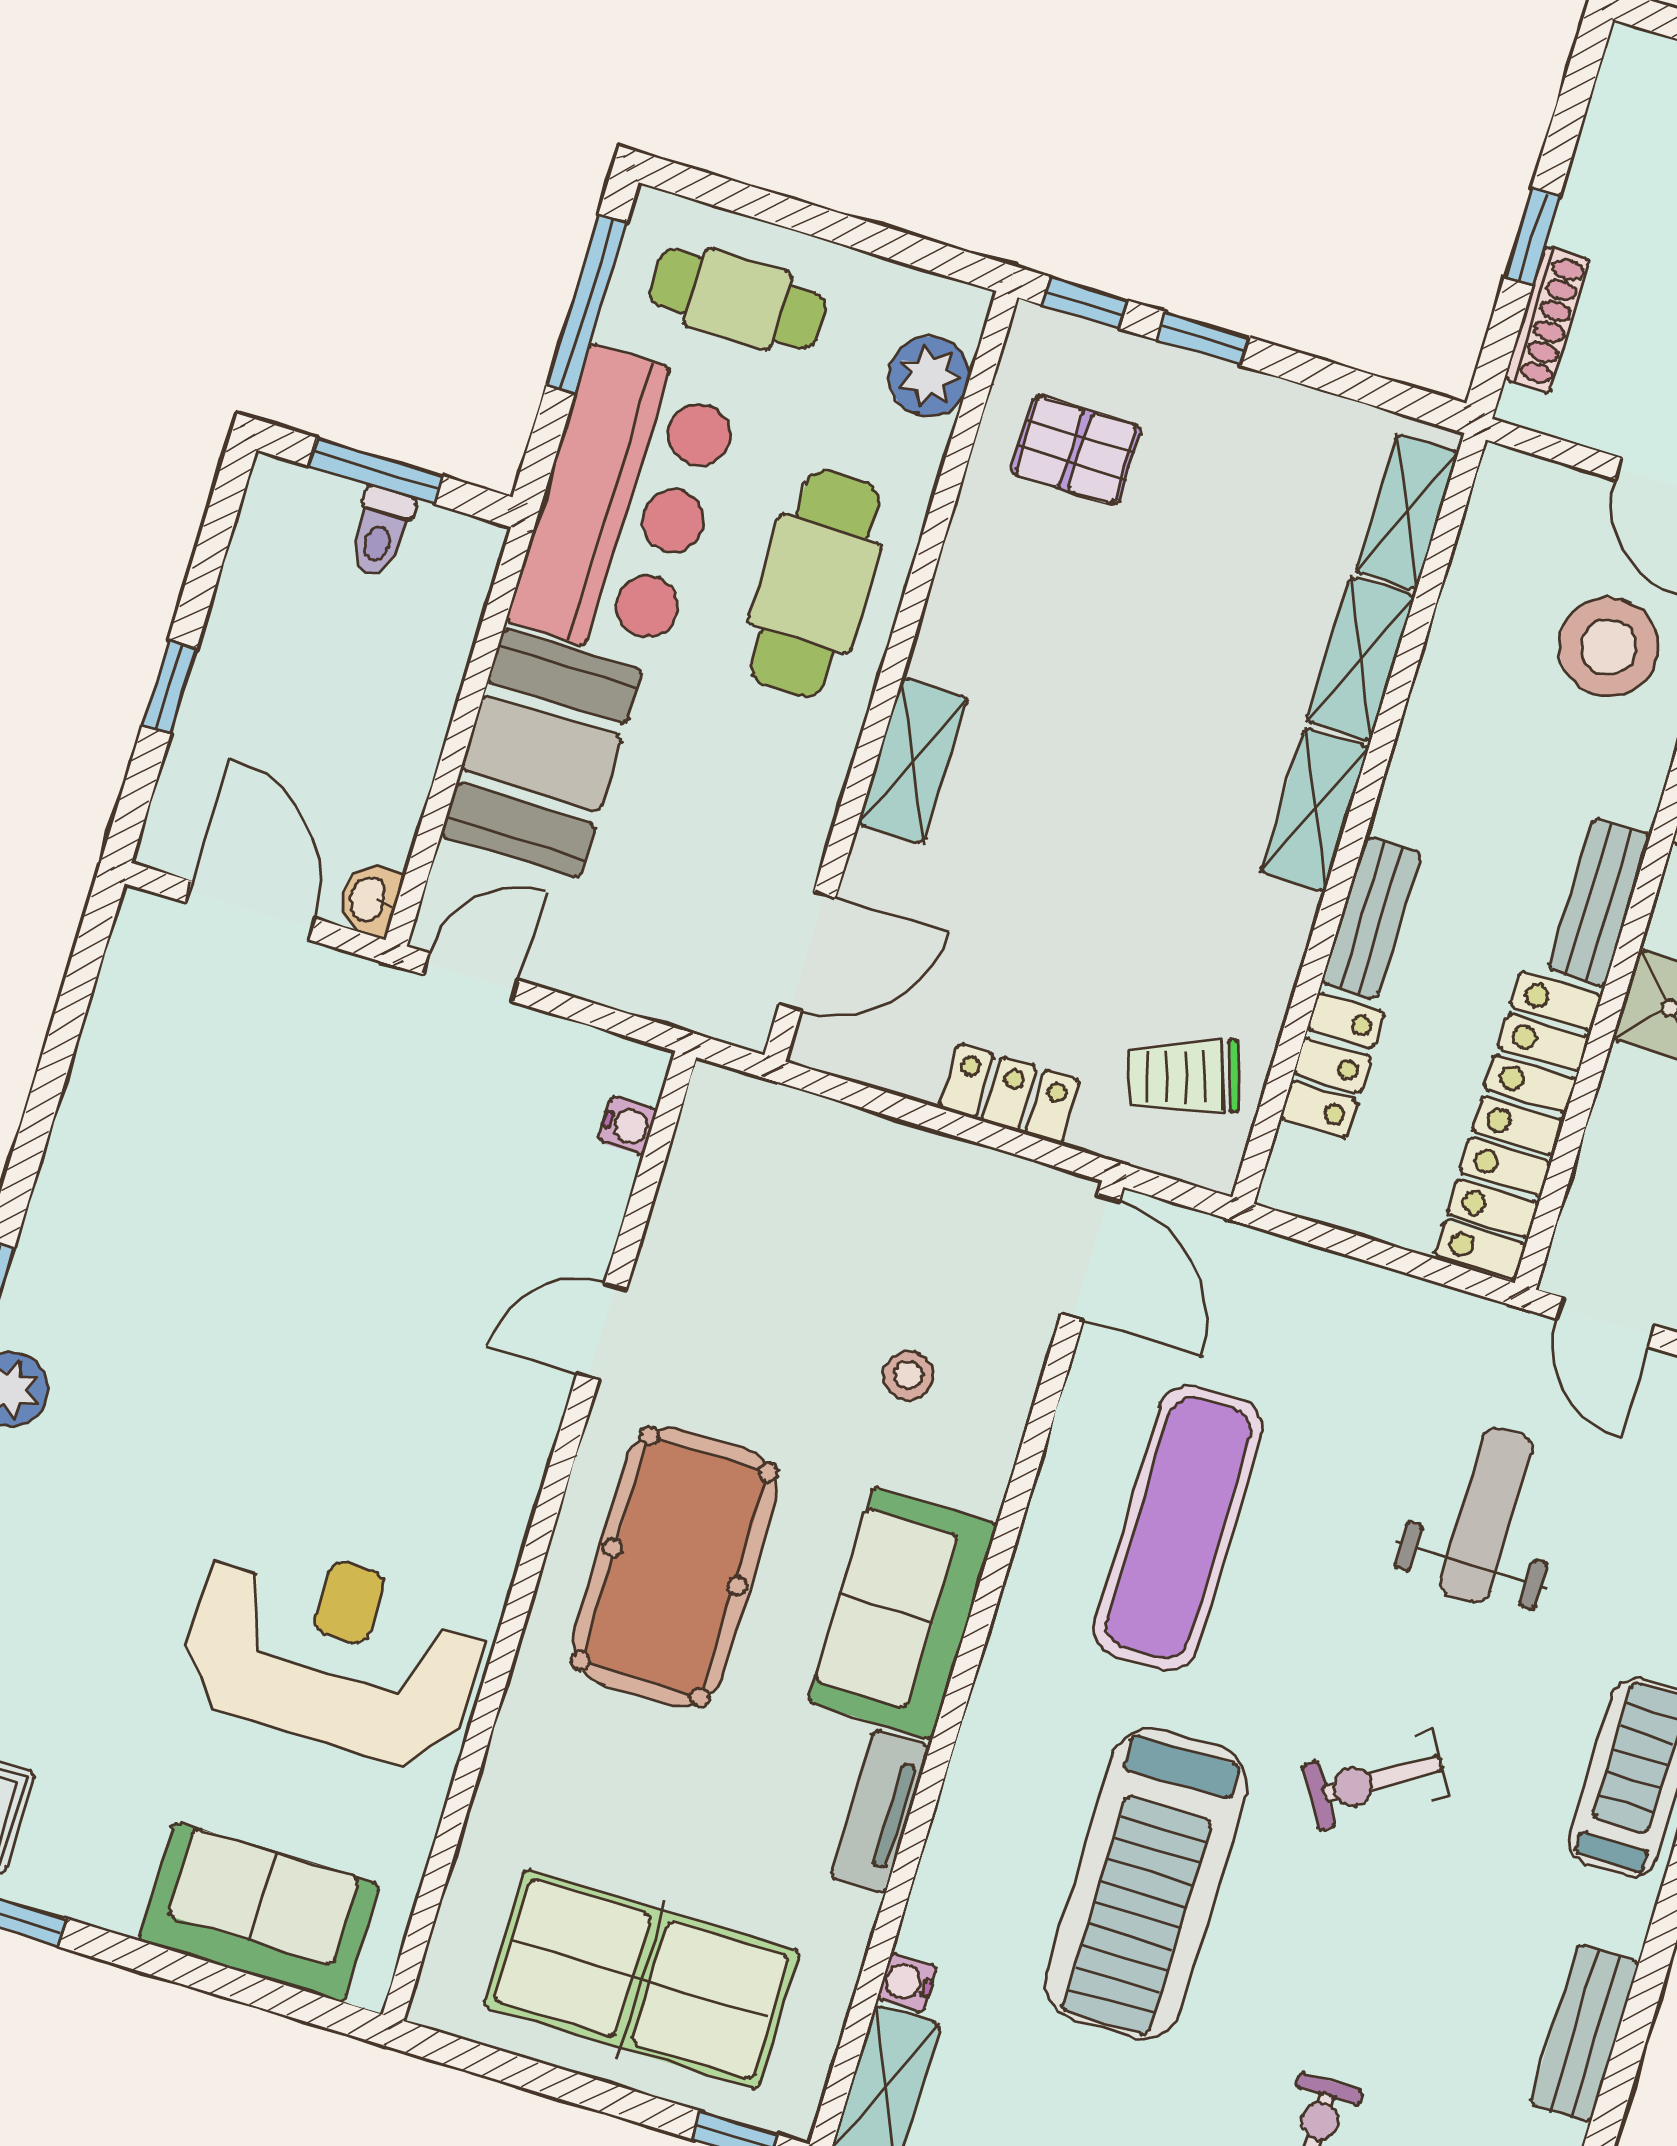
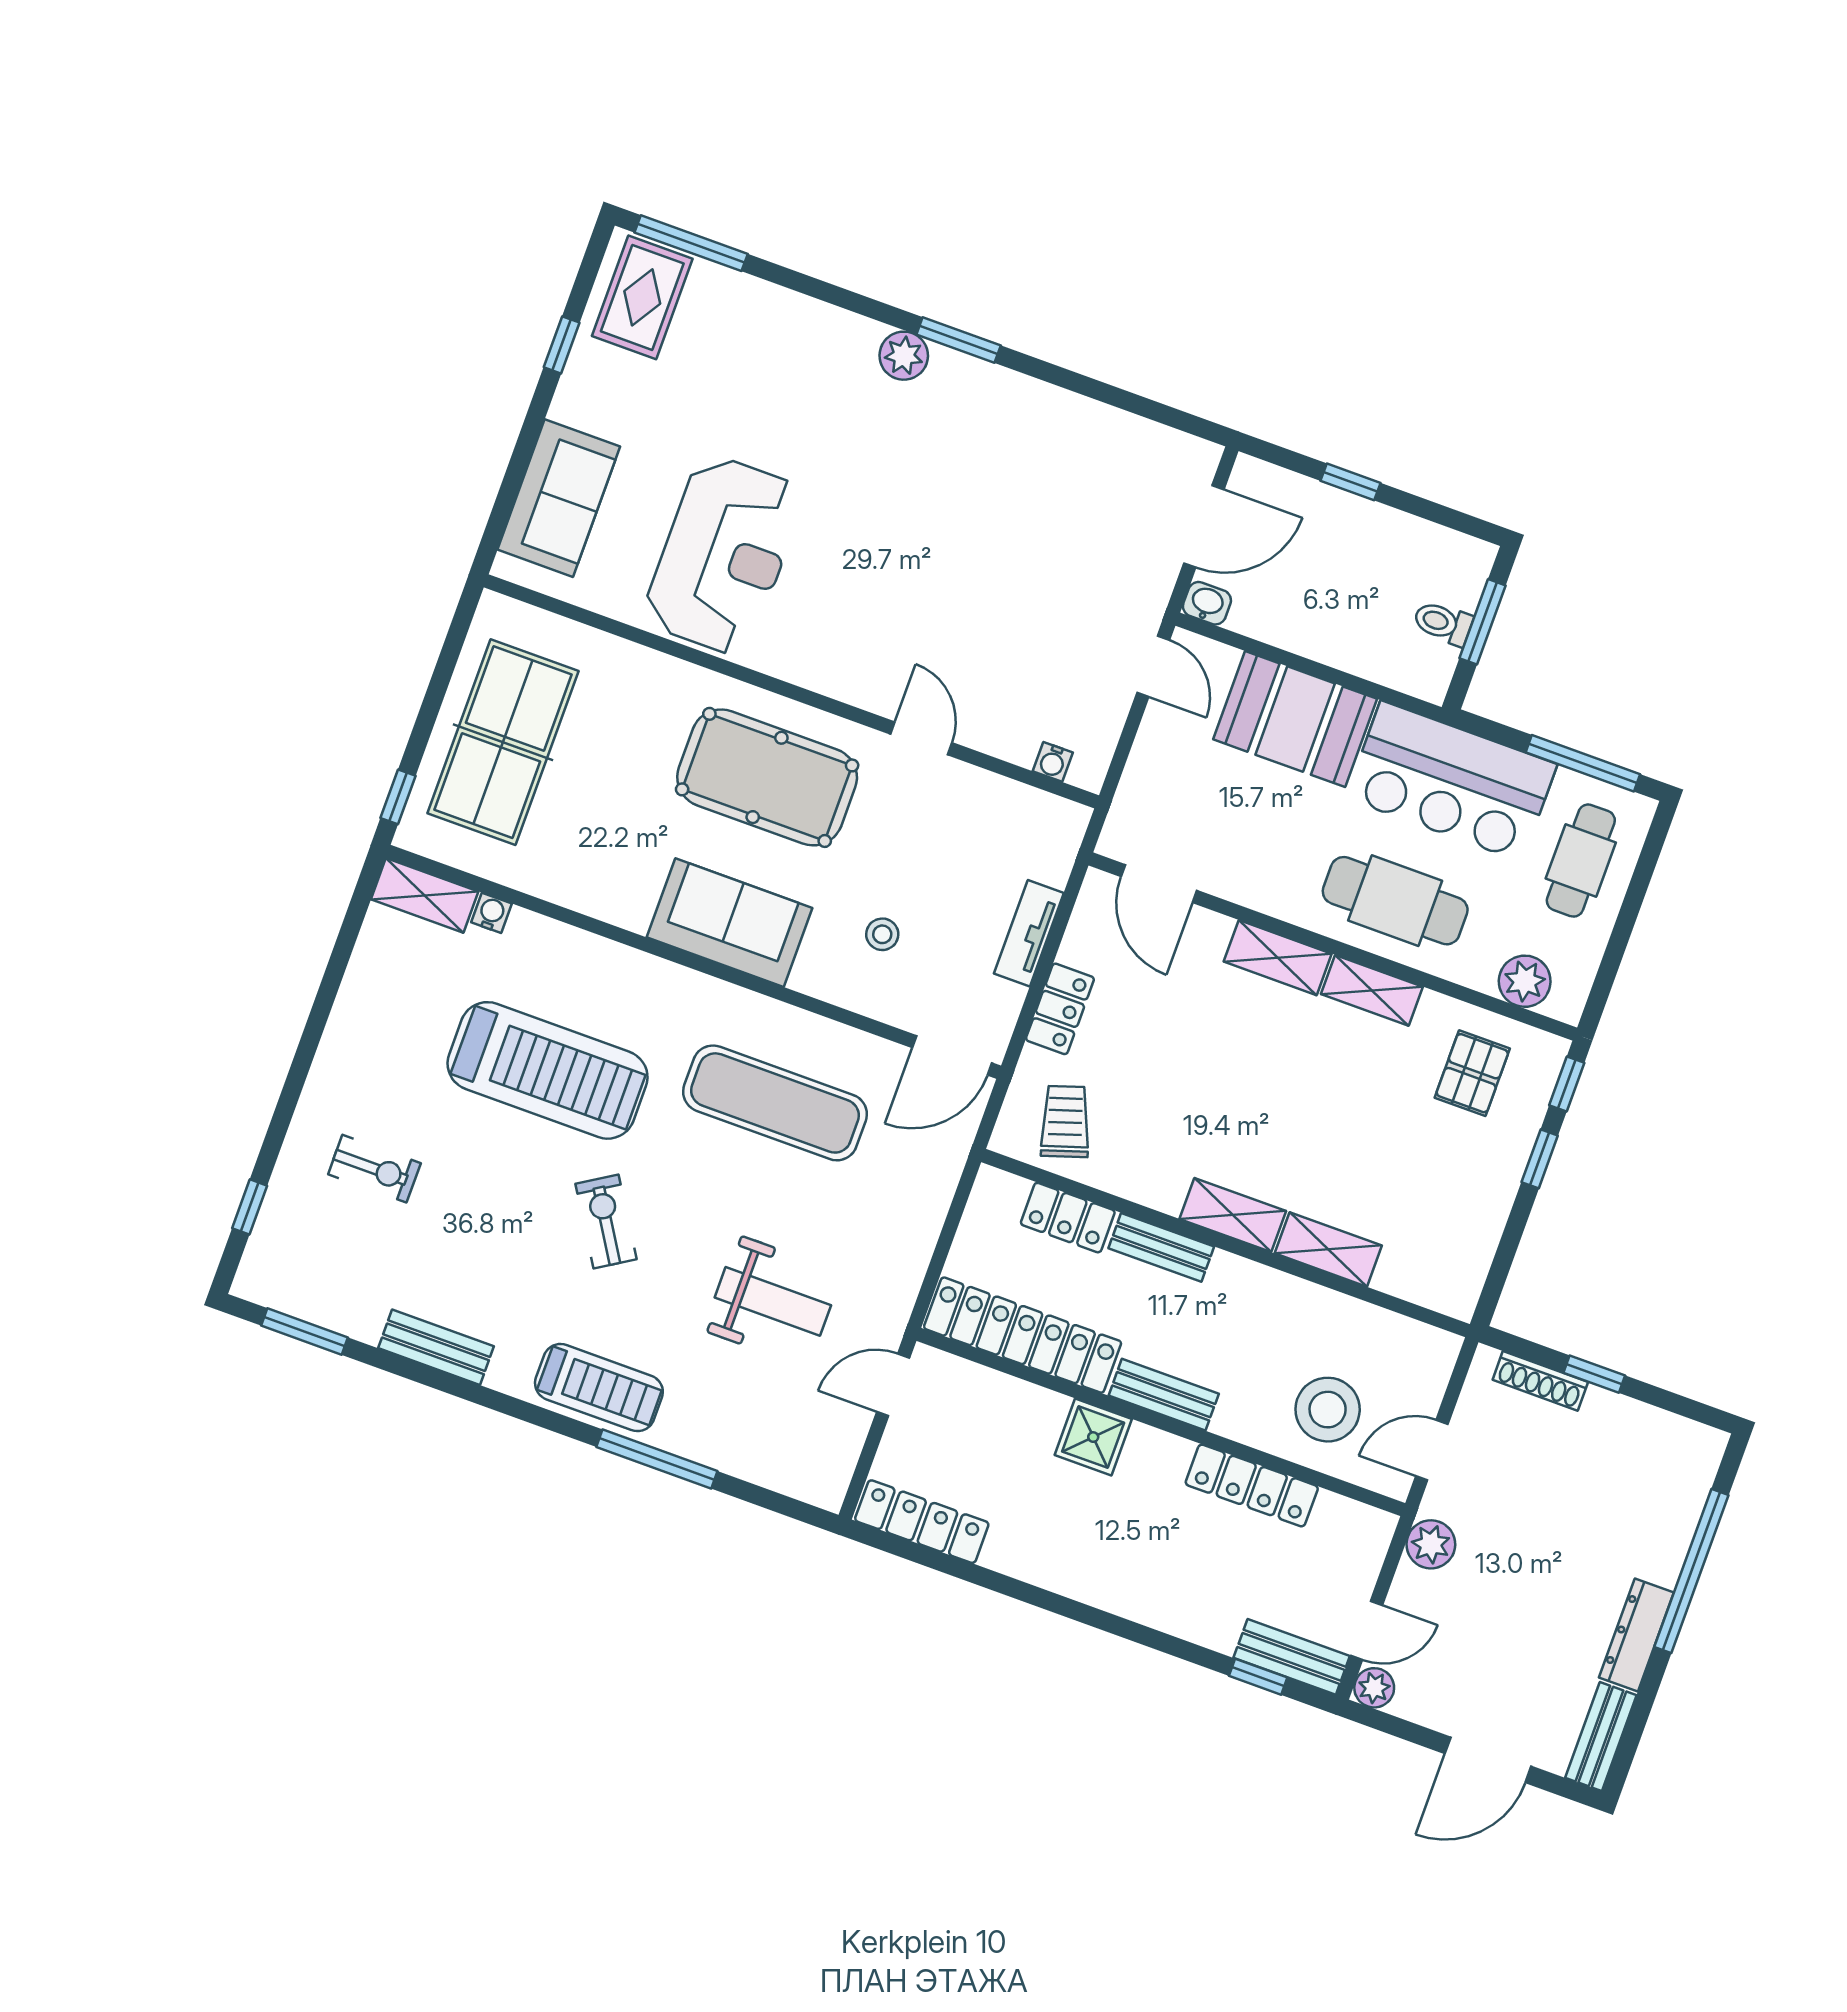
shelving: (1407, 512) -> (1372, 990), moved
tv unit: (880, 1811) -> (1029, 933), moved, turned -90
treadmill: (1147, 1883) -> (548, 1070), turned 180

